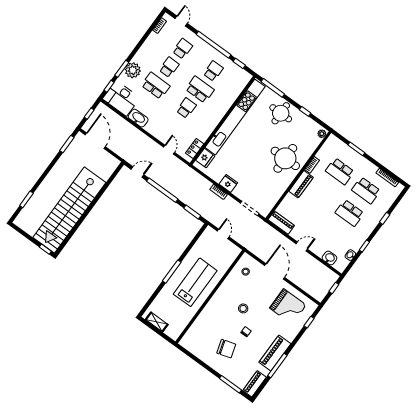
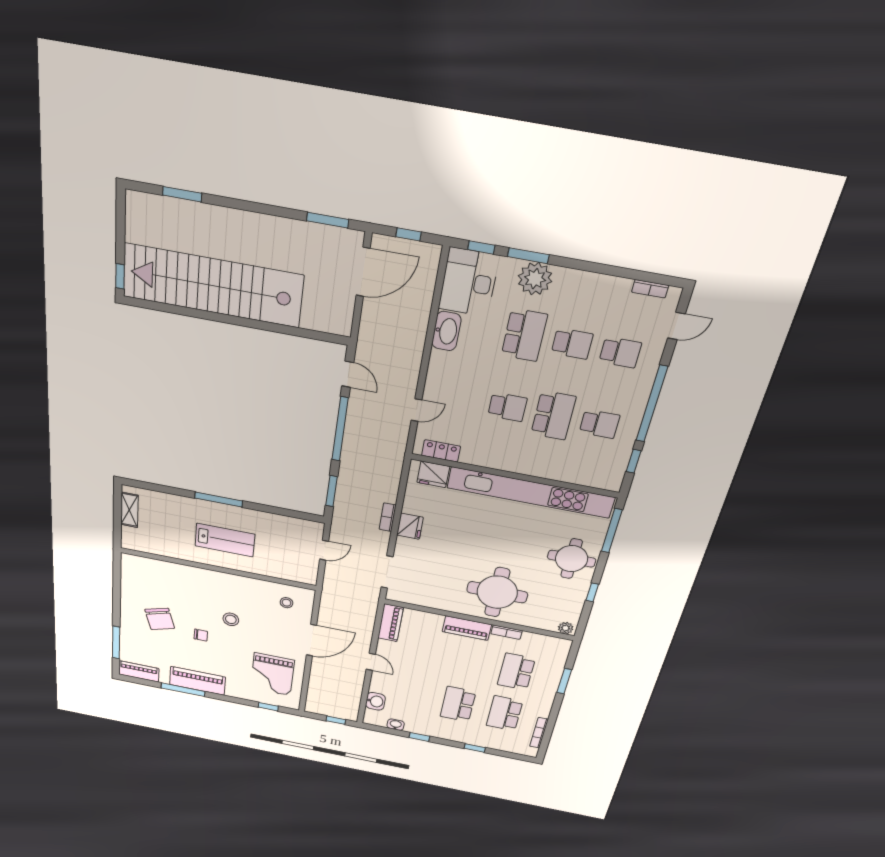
lab bench: (195, 282) -> (225, 540), width x0.73, depth x0.72

